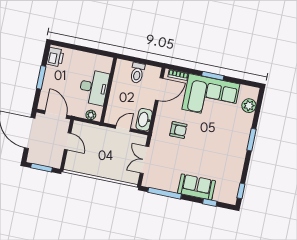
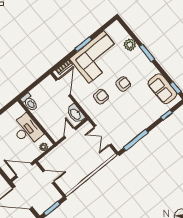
toilet: (137, 73) -> (29, 102), moved
plant: (249, 106) -> (130, 45), moved
armchair: (206, 141) -> (123, 84), added
sofa: (196, 187) -> (162, 89), moved, turned -90

